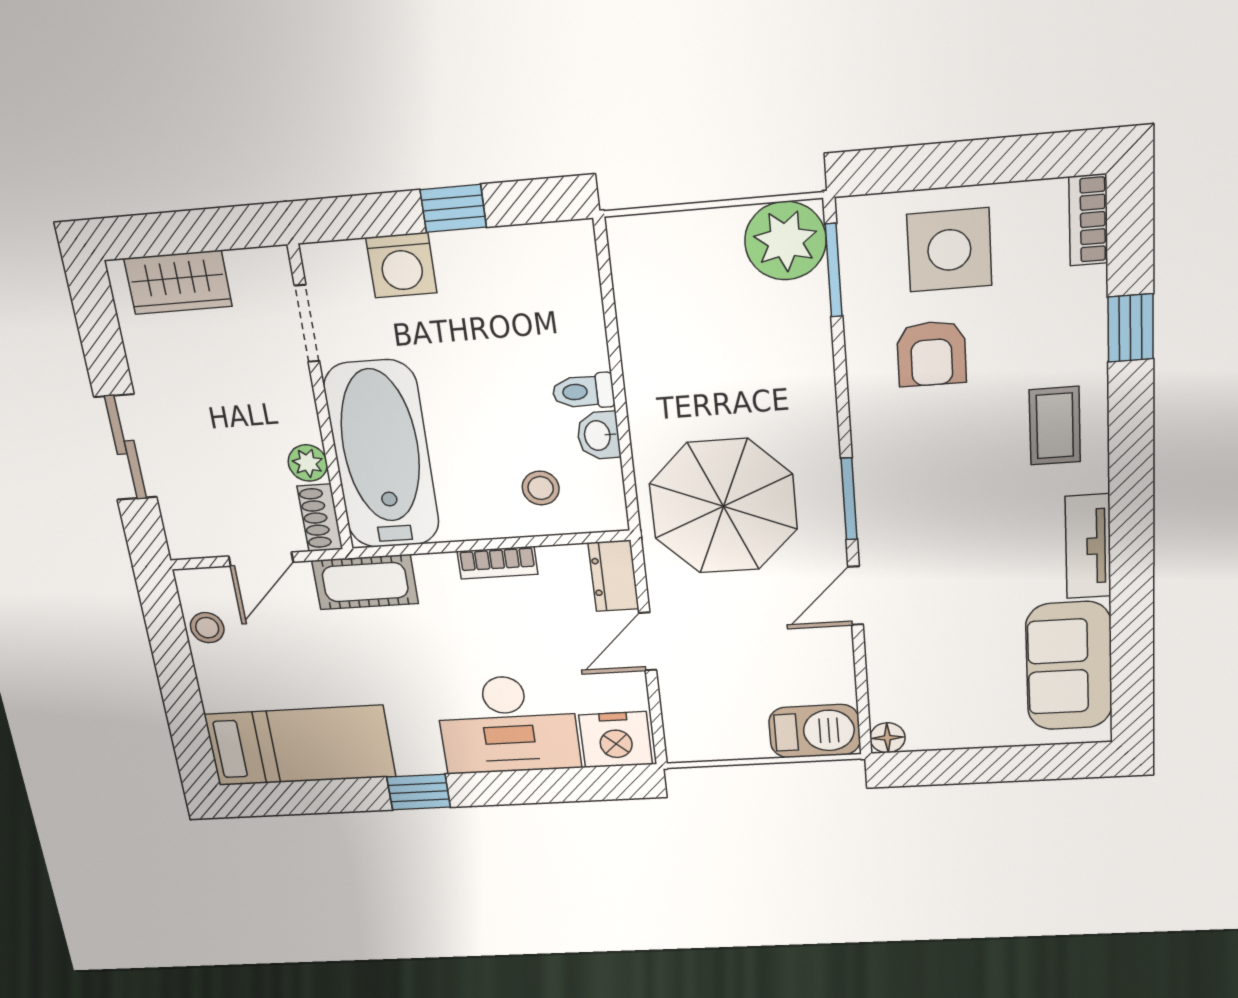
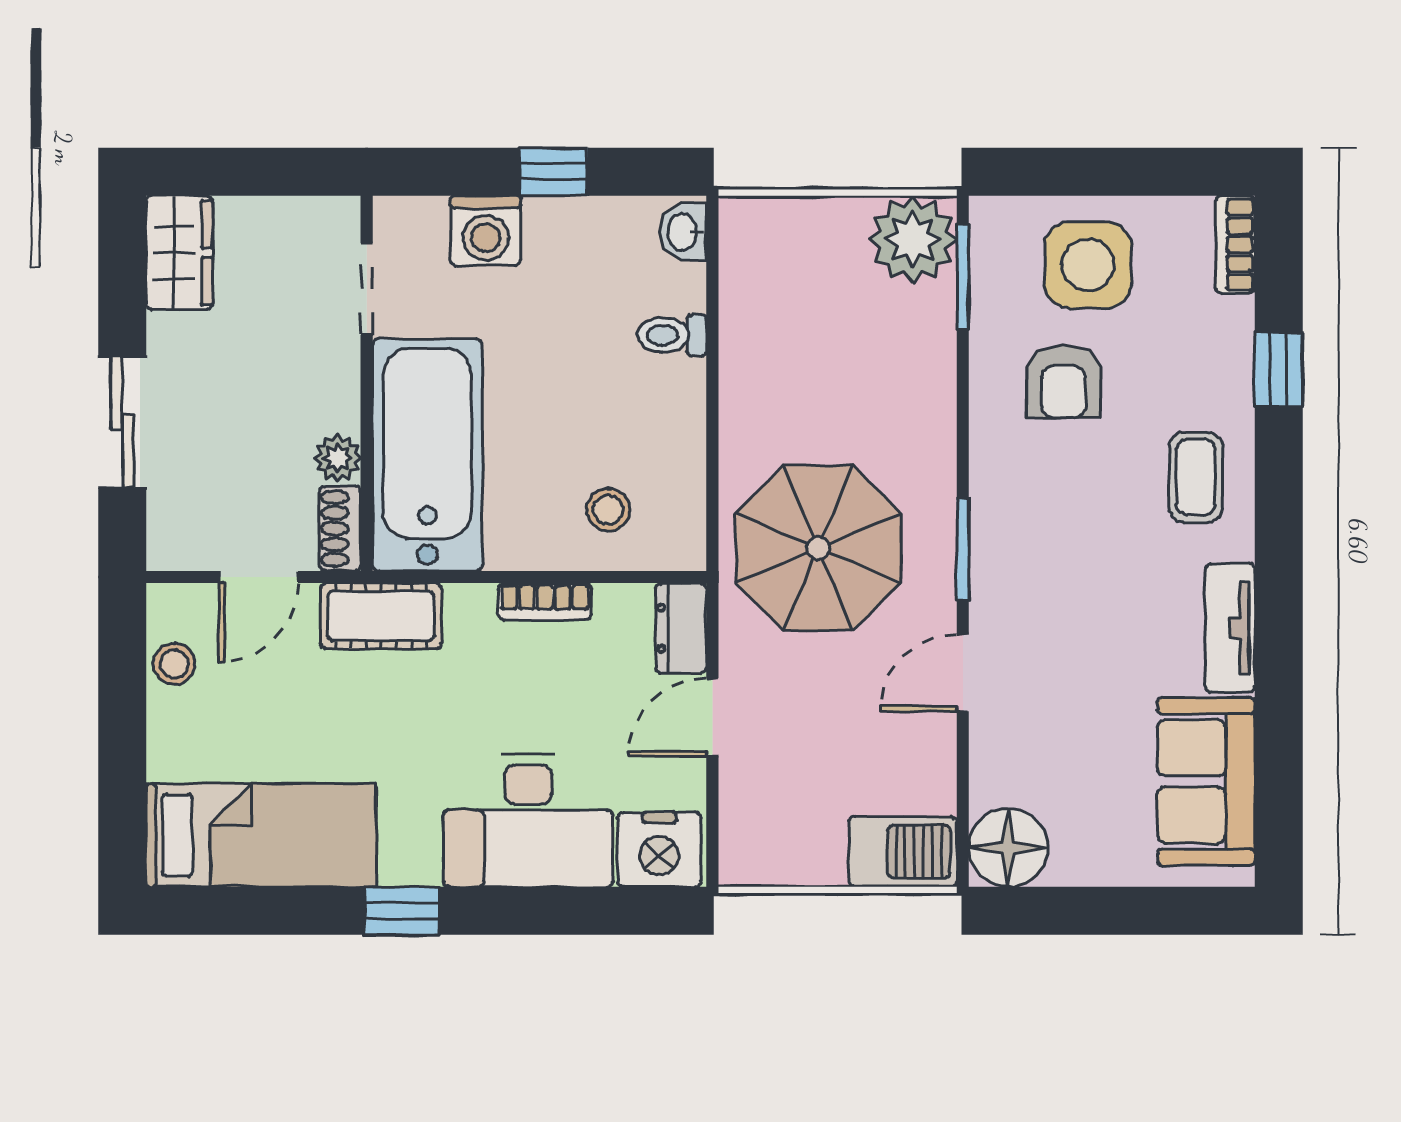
wardrobe: (178, 282) -> (179, 253), moved, turned -90
toilet: (583, 391) -> (672, 335), moved
washbasin: (598, 435) -> (683, 232), moved
floor lamp: (887, 738) -> (1008, 848), width x1.89, depth x1.89

